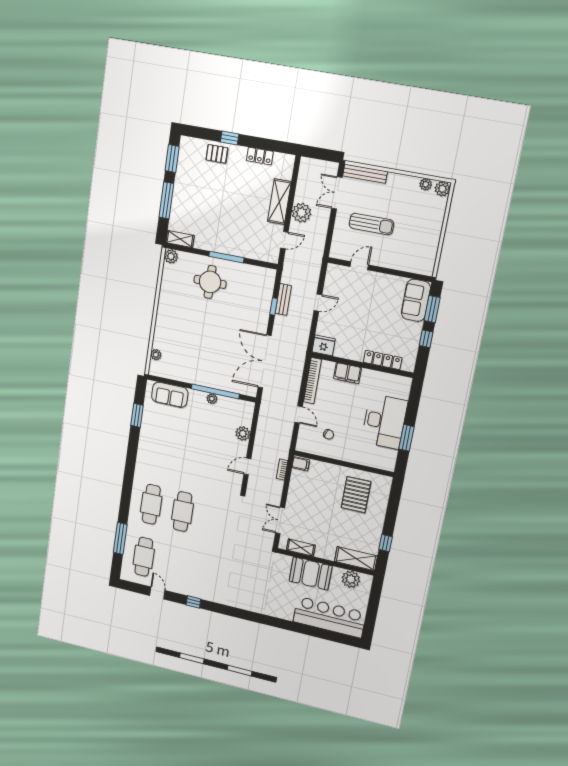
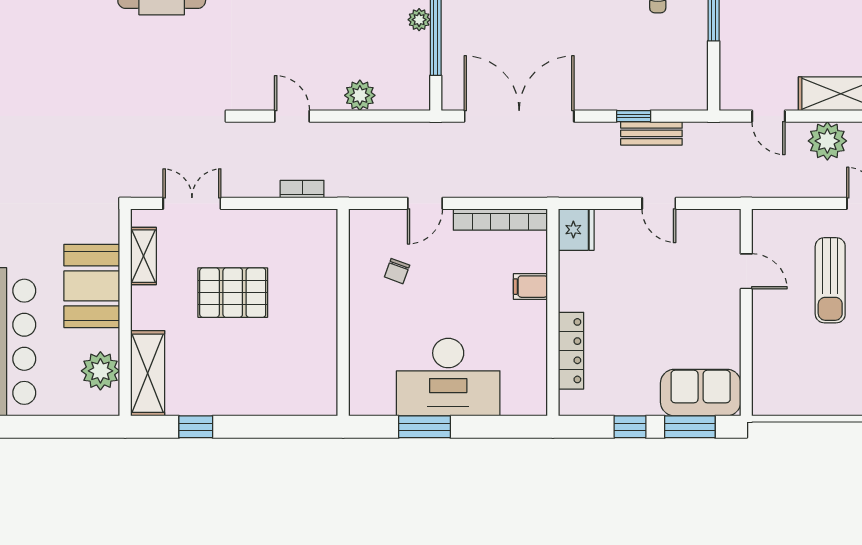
filing cabinet: (347, 373) -> (530, 287), width x0.50
filing cabinet: (301, 464) -> (323, 225), removed
pallet: (356, 495) -> (233, 293), moved

